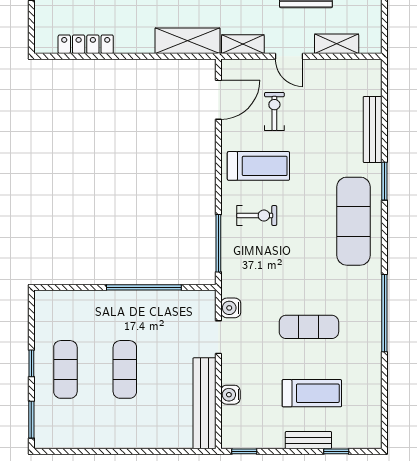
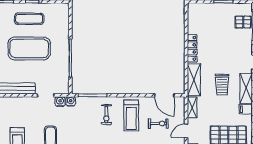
locker: (86, 44) -> (192, 48), moved
exercise mat: (125, 369) -> (29, 48), width x2.00, depth x1.45
water cooler: (230, 395) -> (71, 101), moved

